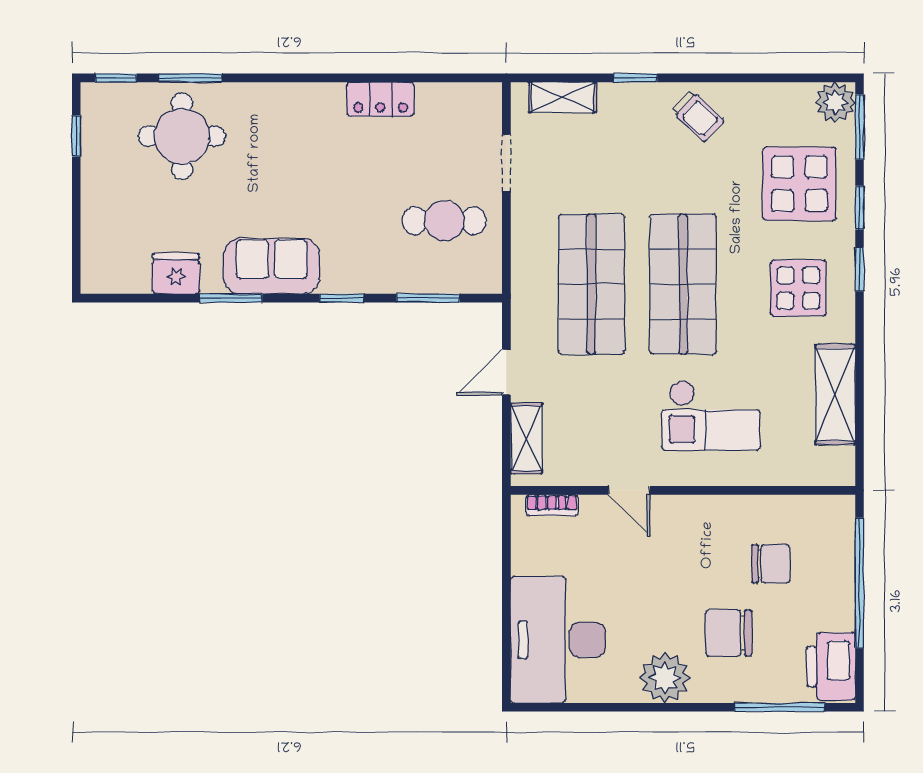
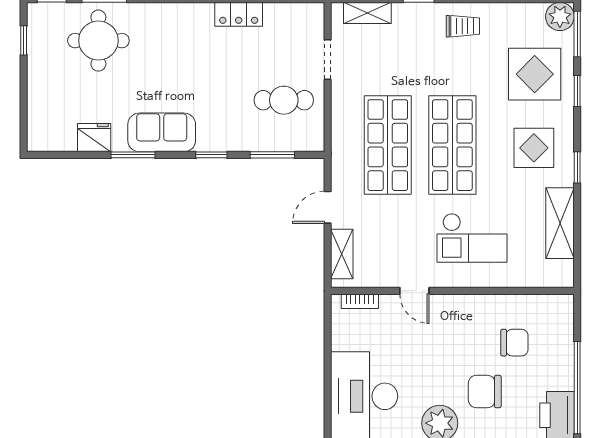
trolley: (698, 116) -> (463, 26), turned -43
window: (859, 269) -> (577, 167), moved
window: (859, 583) -> (577, 388), moved

